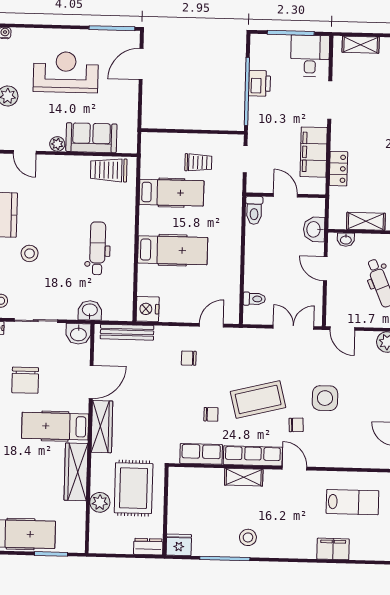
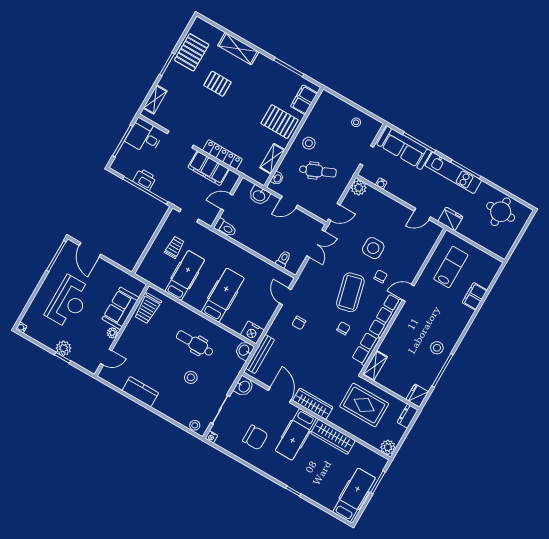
reception desk: (66, 72) -> (69, 302), turned 180
locker: (338, 169) -> (222, 155), width x1.53
stool: (30, 253) -> (191, 377), moved
washbasin: (90, 310) -> (244, 350), moved
double door: (293, 327) -> (316, 244), swing flipped
shelving: (244, 477) -> (375, 366), moved
plant: (100, 502) -> (388, 447), moved

